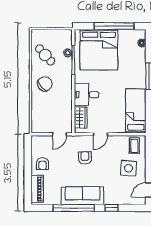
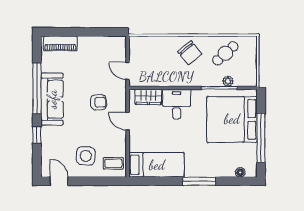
armchair: (42, 164) -> (91, 50), removed

